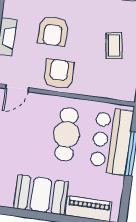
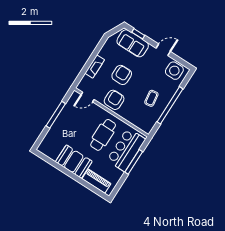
armchair: (53, 31) -> (122, 75), turned 180

